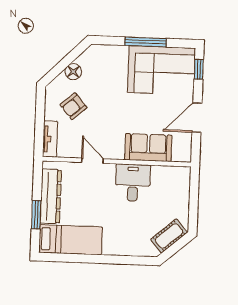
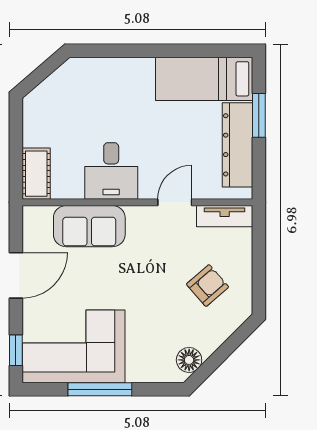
floor lamp: (73, 72) -> (189, 360), moved
tv unit: (50, 139) -> (225, 216), moved, turned -90
door: (93, 161) -> (175, 202), swing flipped
cot: (169, 236) -> (36, 174), moved, turned -49

